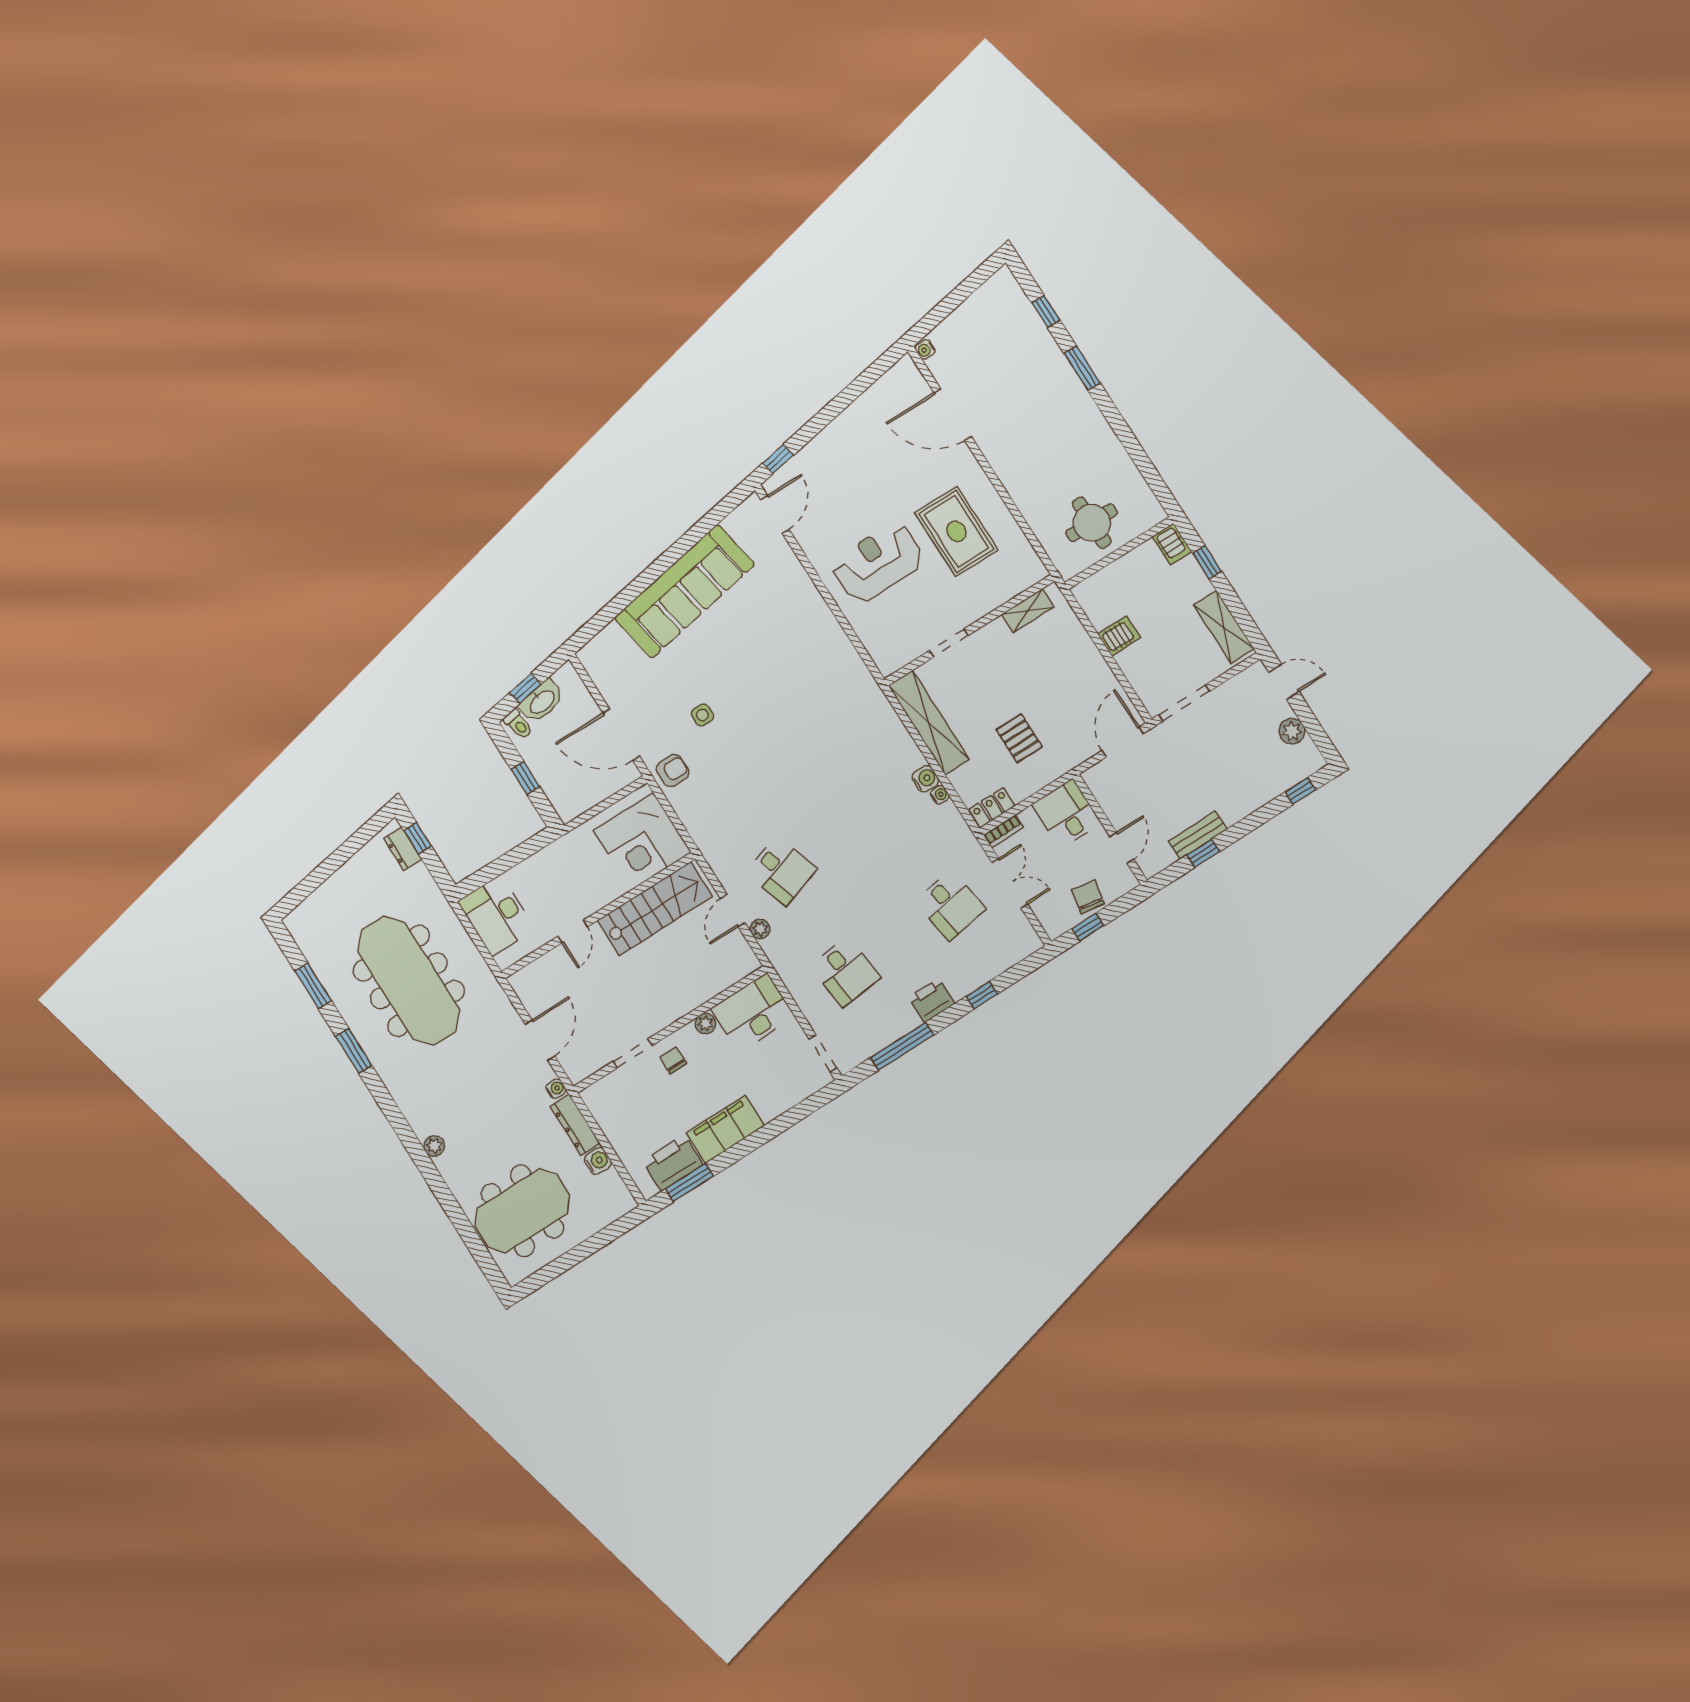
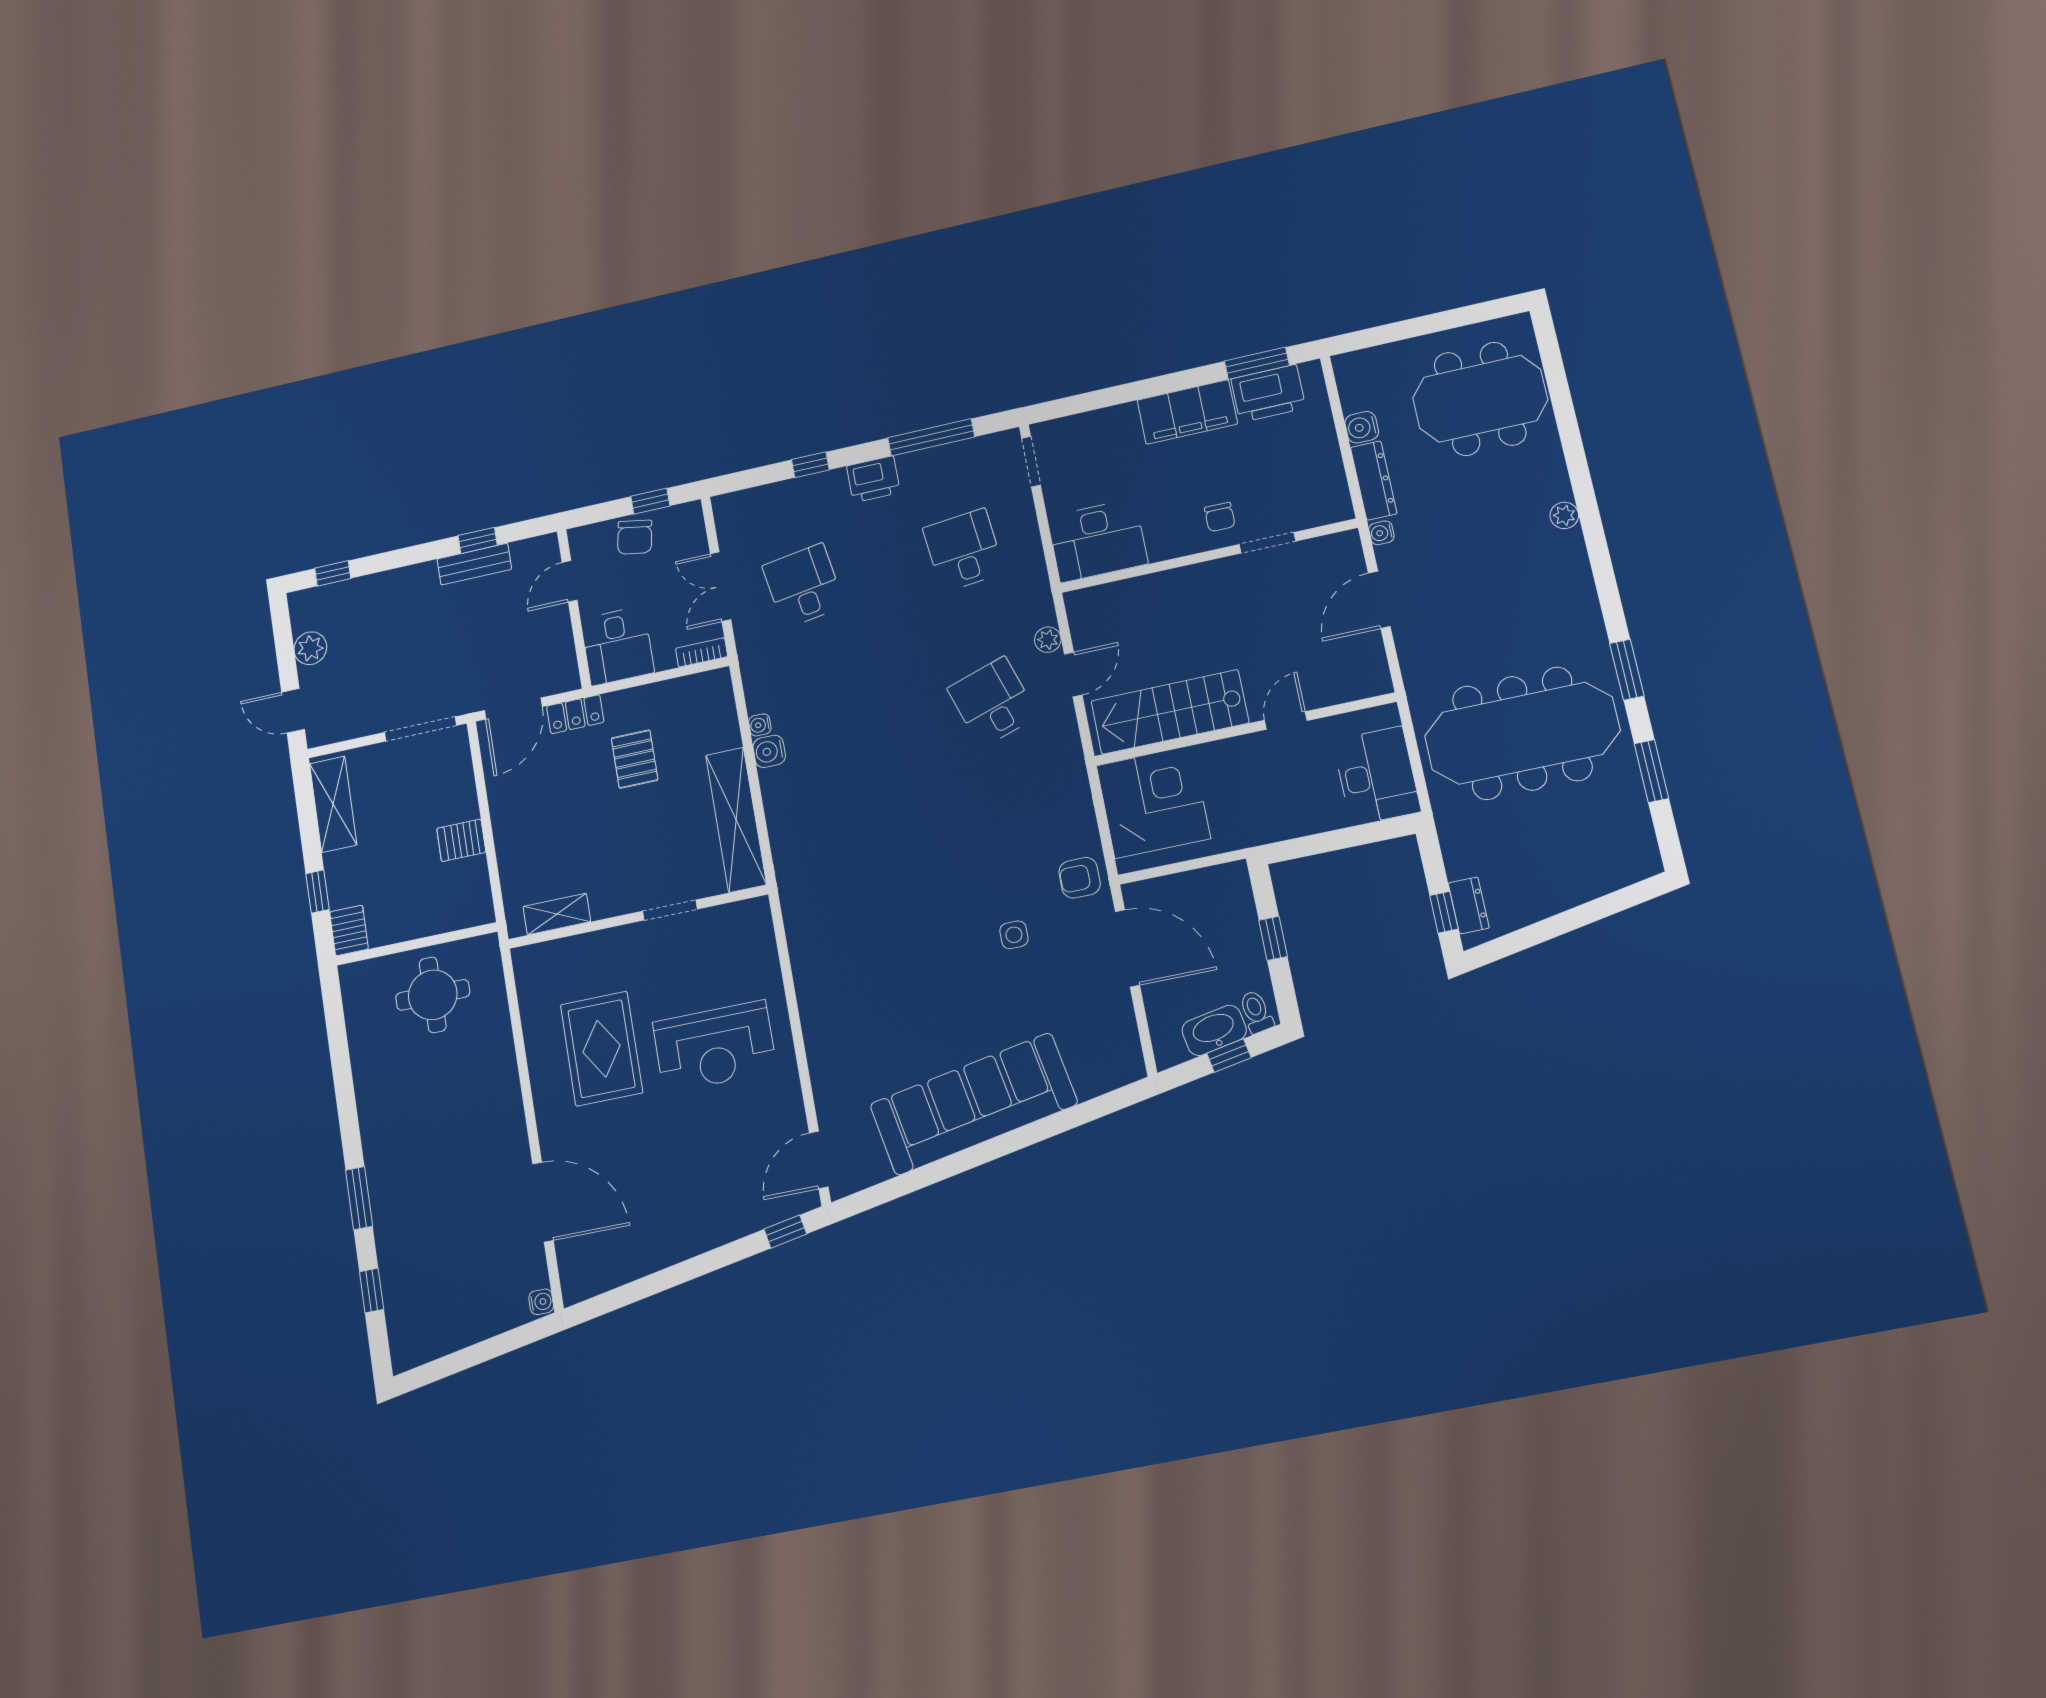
locker: (992, 808) -> (575, 714), moved
meeting table: (409, 981) -> (1522, 733), turned 90
plant: (705, 1024) -> (1162, 548), removed

